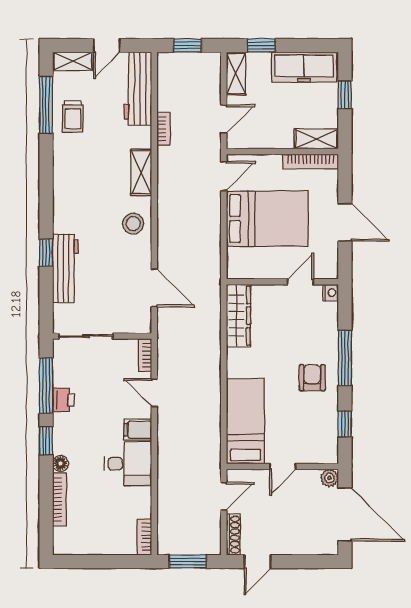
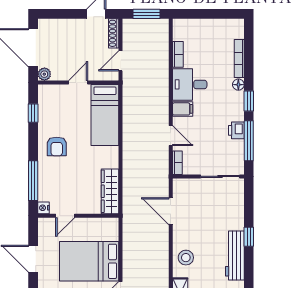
workbench: (65, 268) -> (235, 255), moved
window: (345, 358) -> (33, 181), moved
bookcase: (144, 537) -> (178, 54), moved

